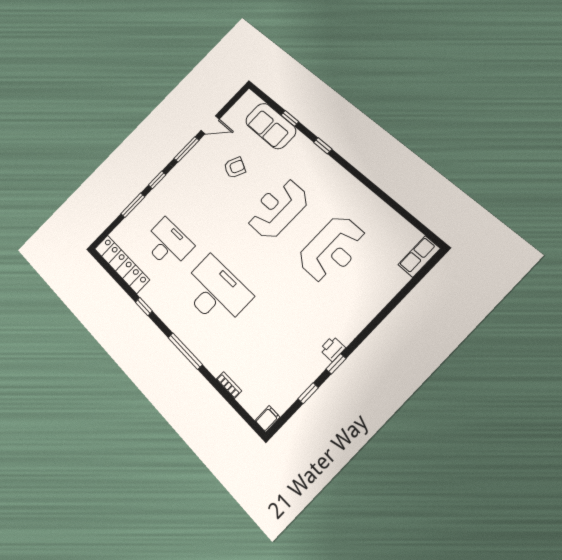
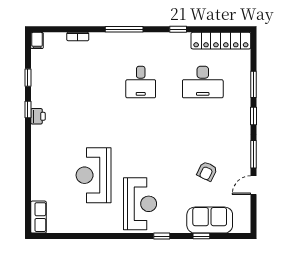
reception desk: (277, 208) -> (140, 204), moved
desk: (215, 292) -> (141, 82), width x0.53, depth x0.77

